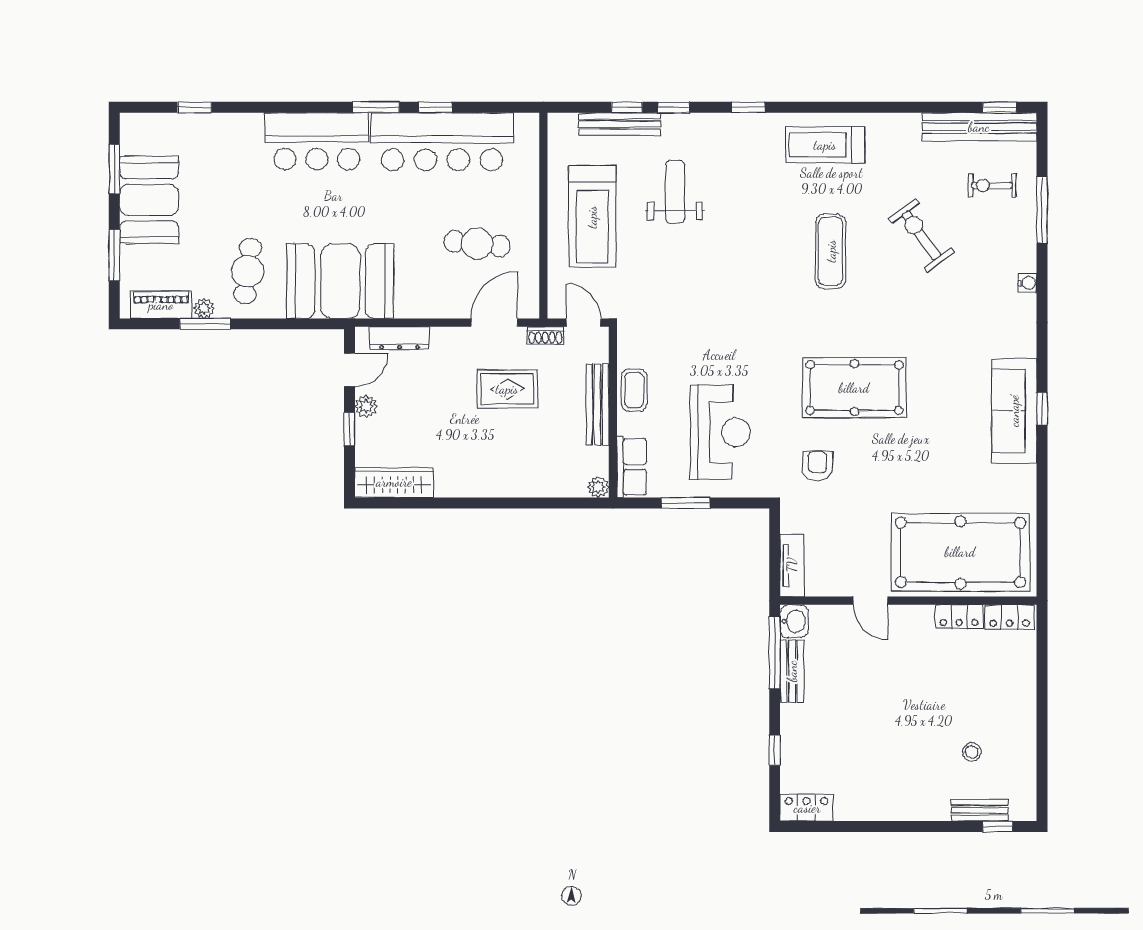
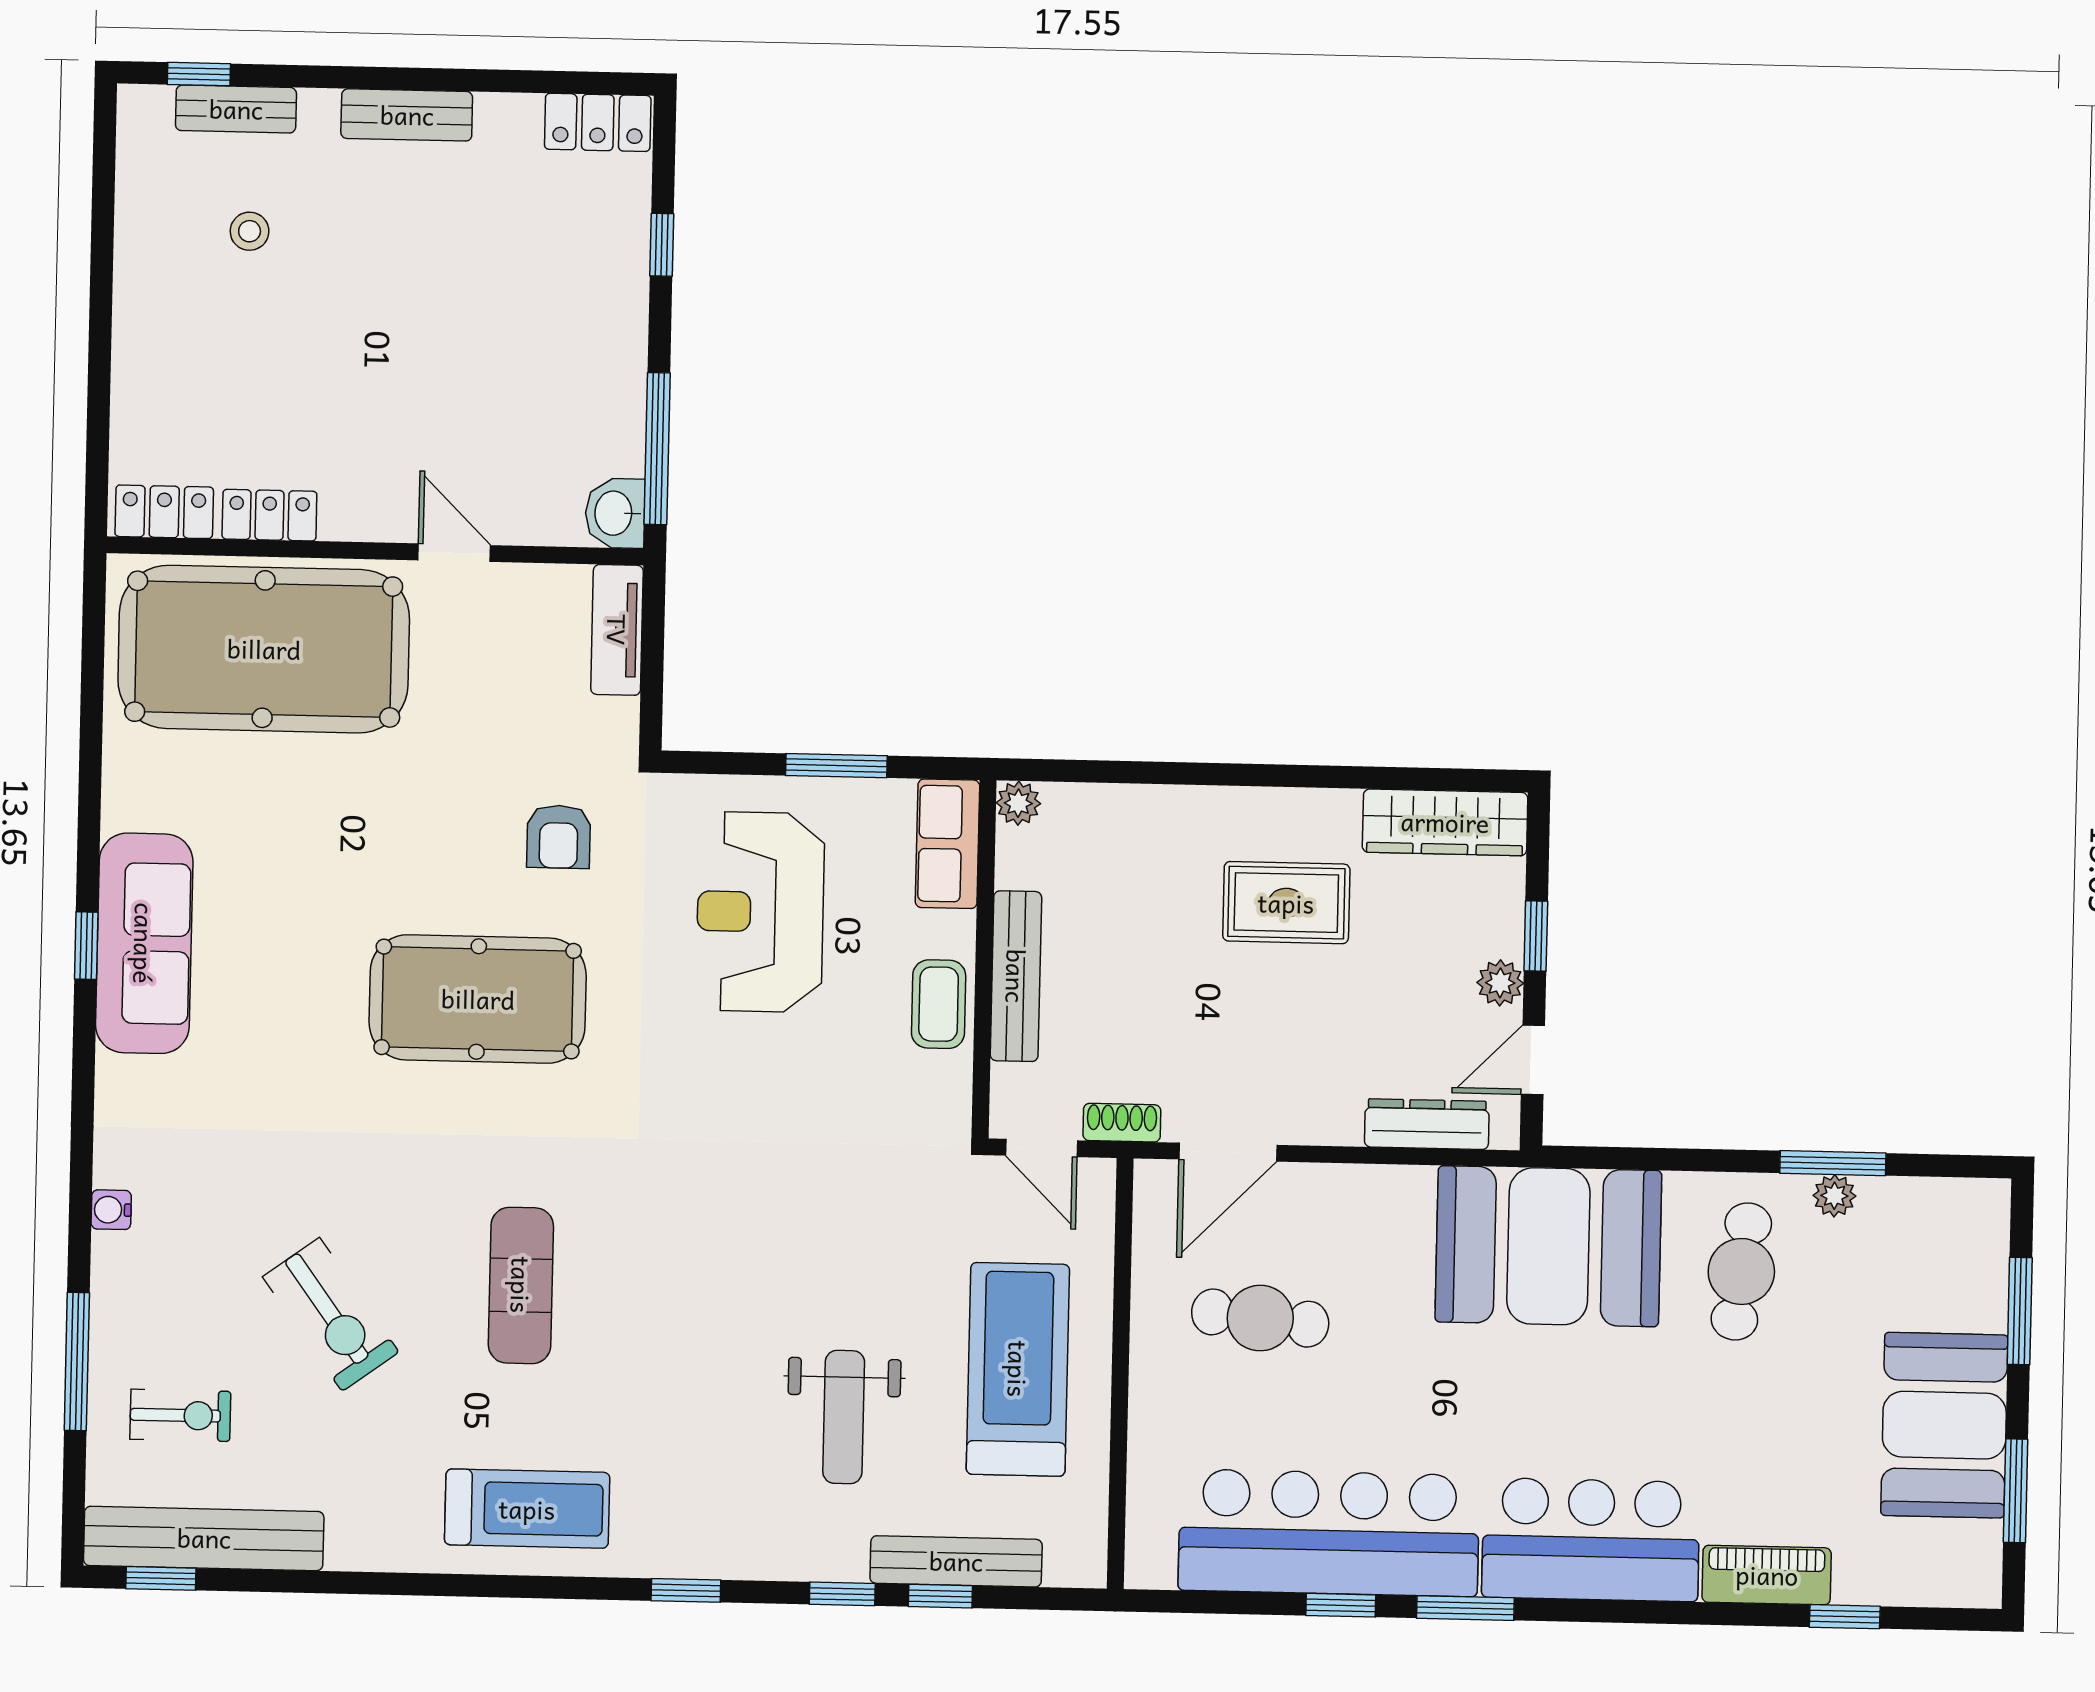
piano: (161, 305) -> (1767, 1575), moved, turned 180
rug: (507, 389) -> (1286, 903), moved
bench: (792, 671) -> (407, 115), moved, turned 90

